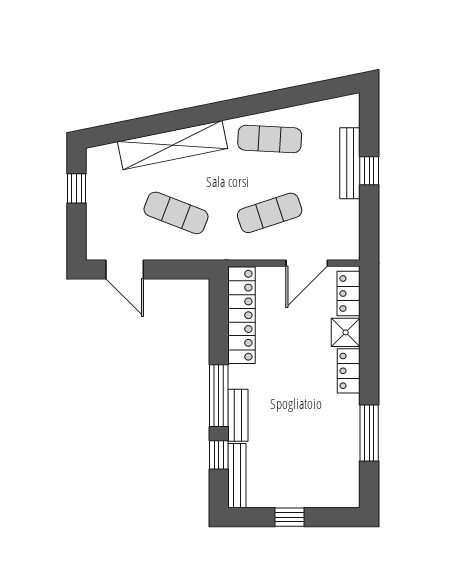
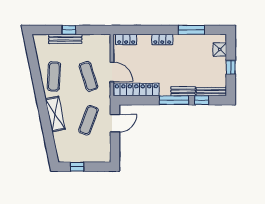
shelving: (172, 145) -> (55, 114), width x0.68
door: (307, 263) -> (112, 72), moved
door: (125, 270) -> (115, 123), moved
shower: (346, 332) -> (220, 49), moved

